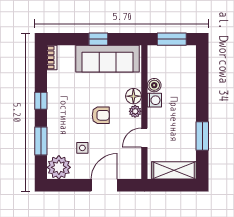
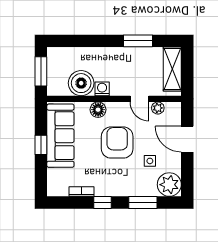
bookcase: (52, 58) -> (81, 191), moved
boiler: (154, 85) -> (81, 83), width x1.86, depth x1.86
plant: (135, 111) -> (158, 108), moved
armchair: (101, 115) -> (117, 143), width x1.88, depth x1.88

